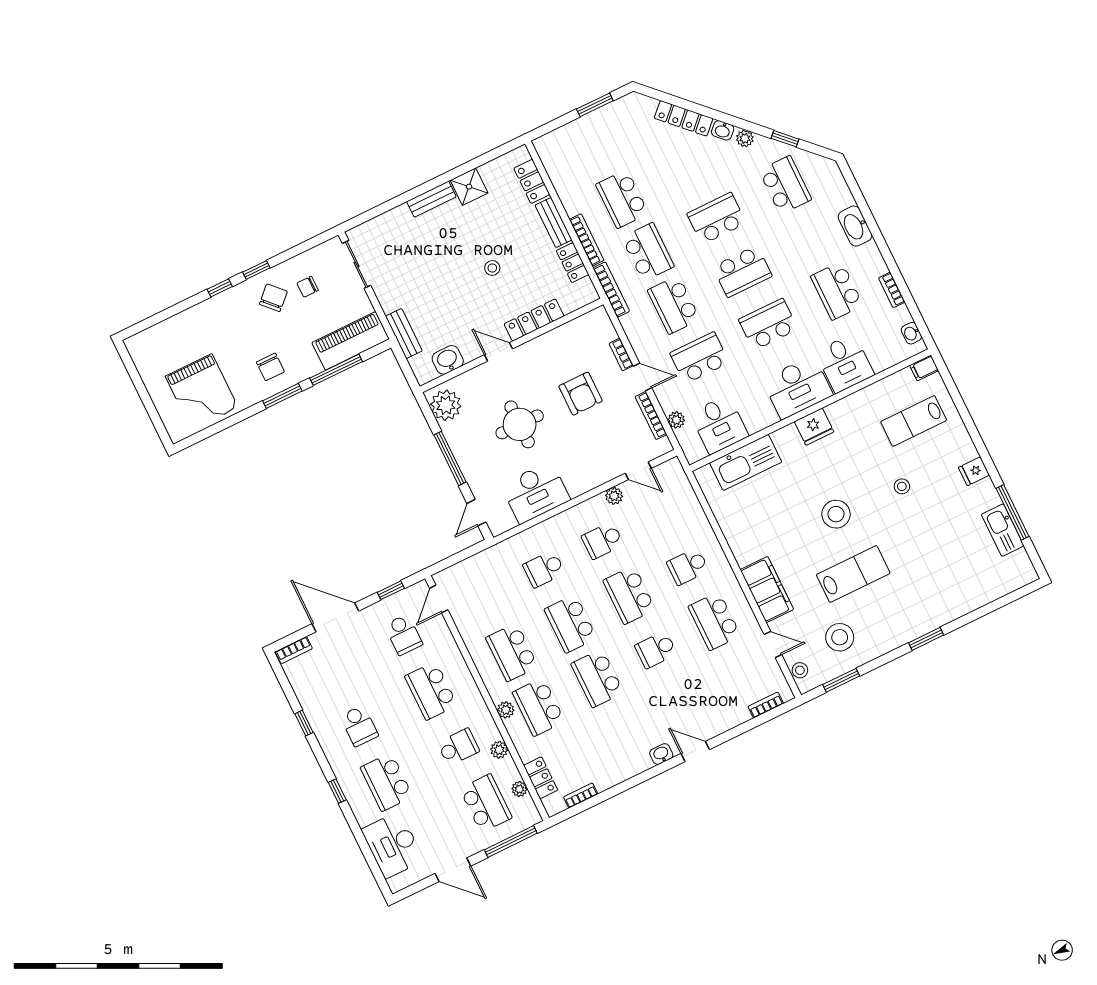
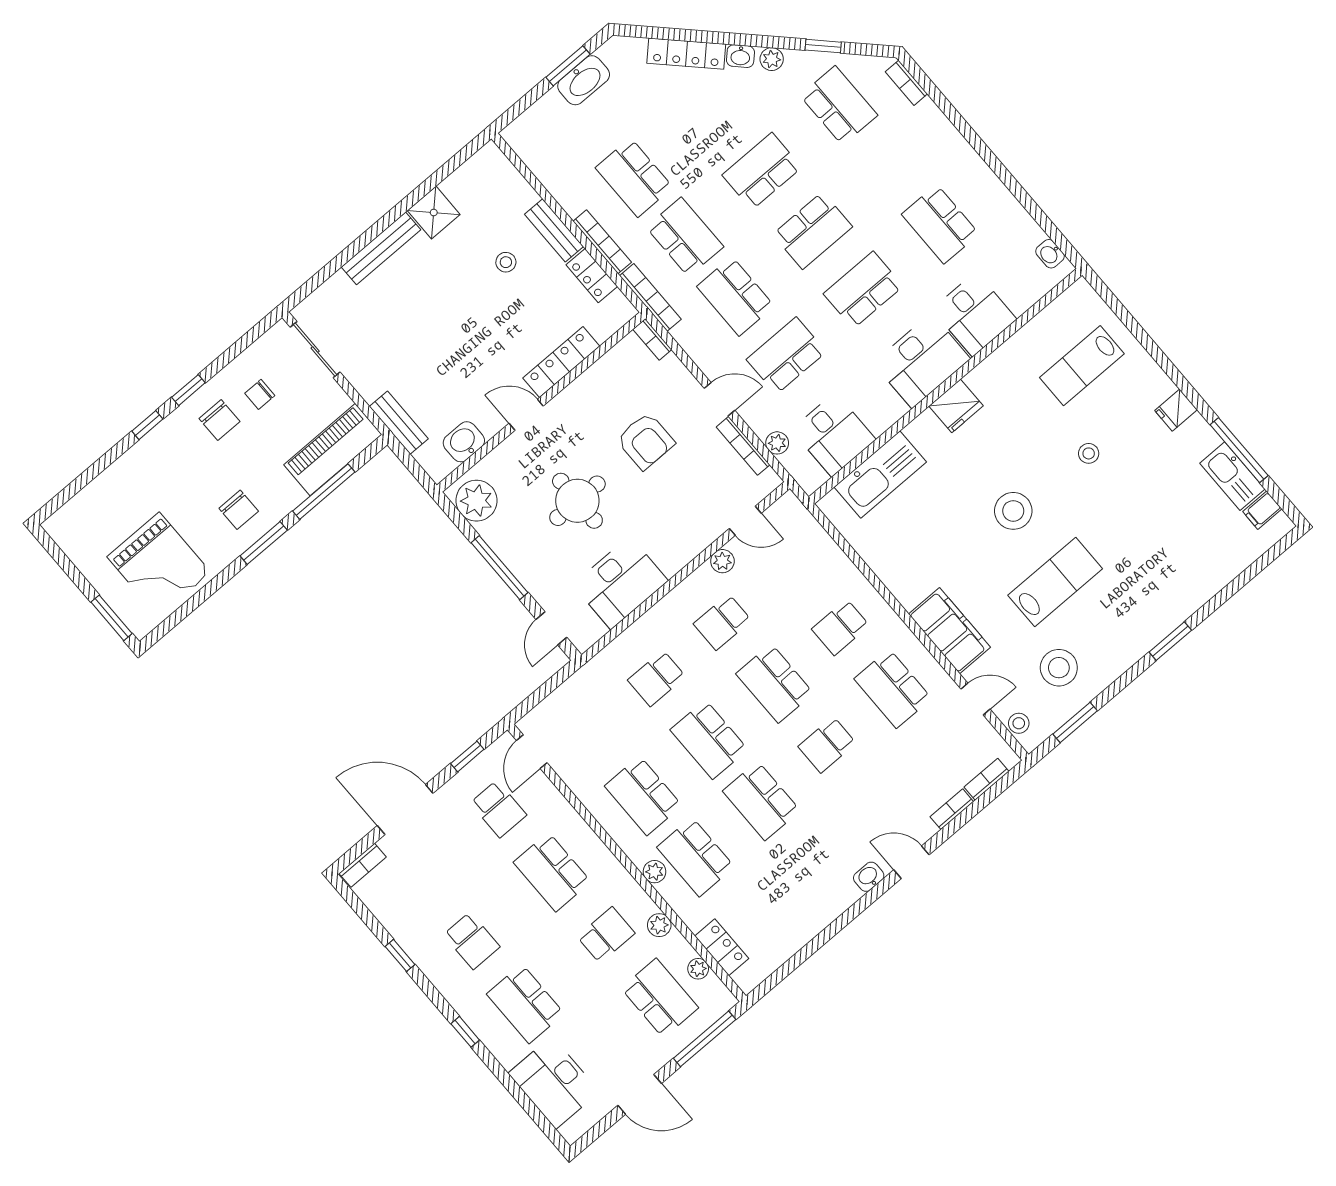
locker: (532, 181) -> (513, 185), removed
bench: (431, 199) -> (381, 248), width x1.36
washbasin: (855, 226) -> (584, 80), moved, turned -90
stool: (492, 268) -> (506, 262), moved
bookcase: (892, 290) -> (906, 83), moved
chair: (273, 298) -> (219, 420), turned 134
bookcase: (621, 355) -> (652, 339), moved
filing cabinet: (924, 368) -> (1262, 510), moved
window: (157, 422) -> (112, 618), added
bookcase: (581, 796) -> (952, 809), moved

